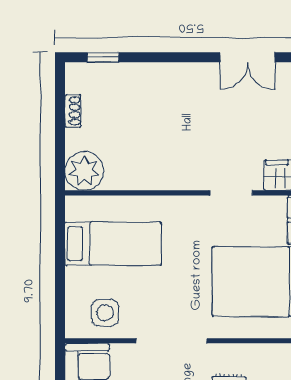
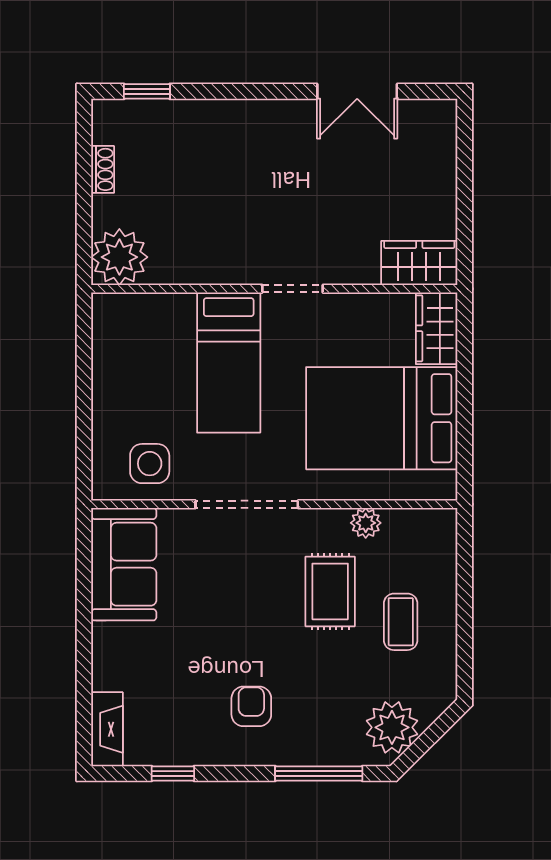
doorway: (231, 193) -> (293, 289), moved
bed: (113, 244) -> (229, 363), moved, turned 90
plant: (253, 354) -> (366, 523), added

